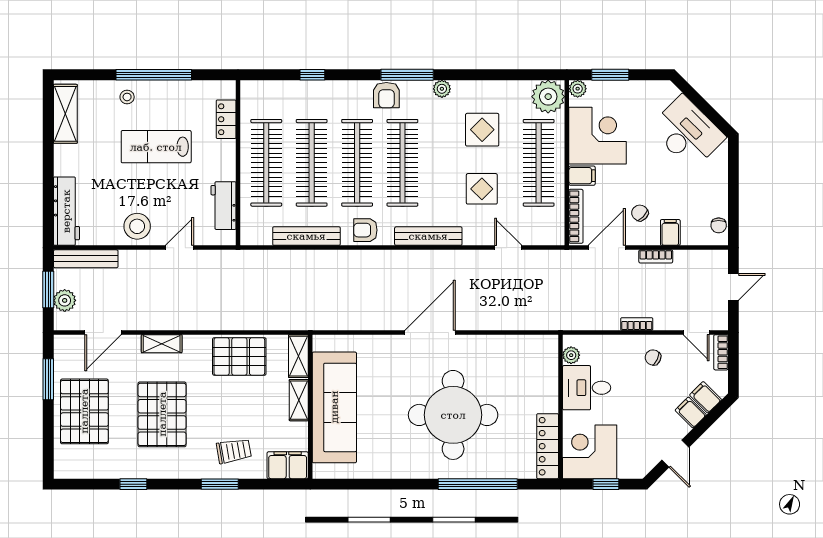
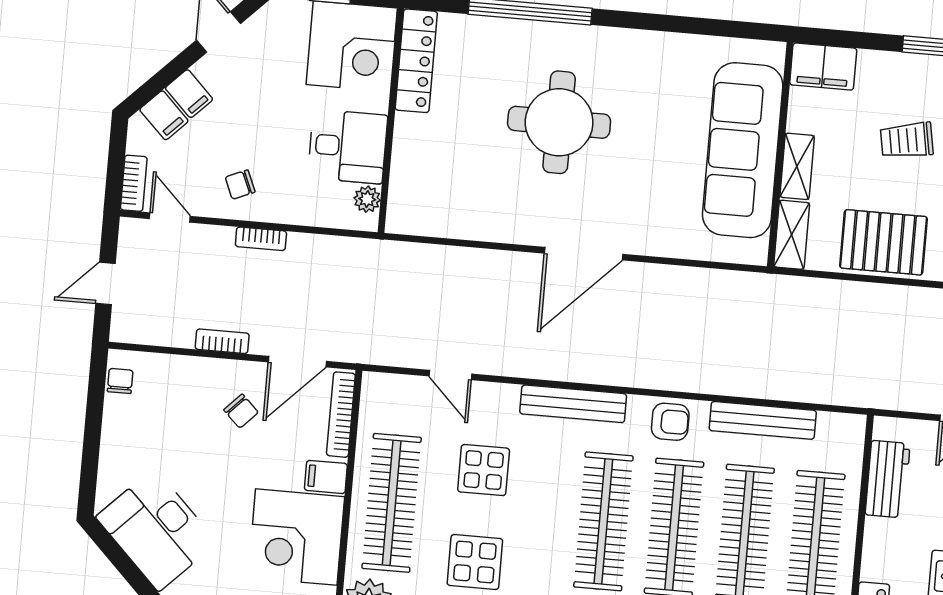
filing cabinet: (670, 232) -> (196, 377), removed
chair: (653, 357) -> (240, 185), turned 132
round table: (453, 415) -> (559, 122), width x0.73, depth x0.73
trolley: (234, 451) -> (907, 140), moved

